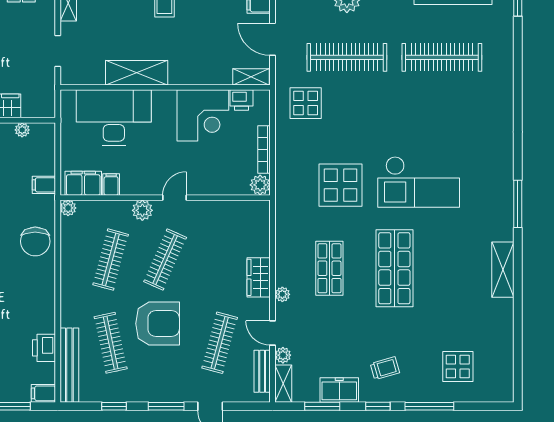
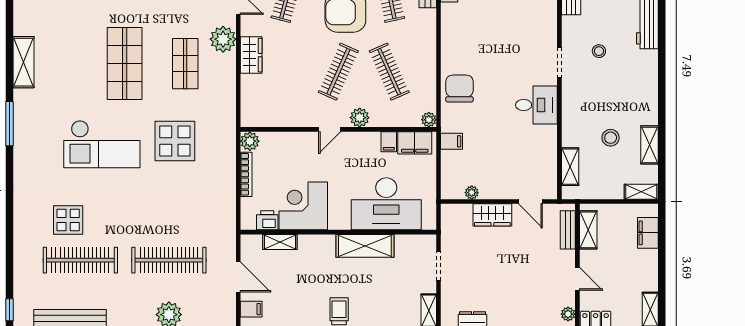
shelving: (251, 77) -> (280, 242), moved
display table: (306, 103) -> (68, 220), moved
checkout: (419, 182) -> (102, 144), turned 180
clothes rail: (111, 260) -> (389, 72), turned -39
plant: (282, 294) -> (223, 39), width x1.88, depth x1.88

